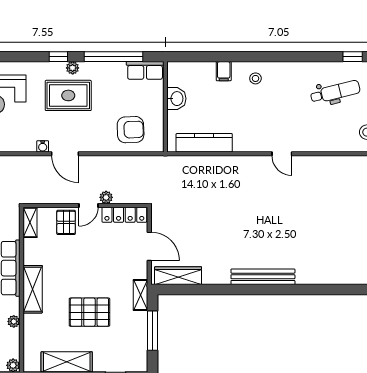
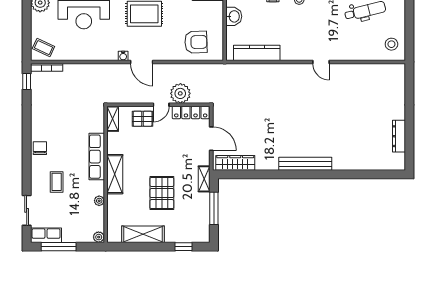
plant: (106, 197) -> (180, 93), width x1.88, depth x1.88
pallet: (66, 222) -> (143, 119), turned 90
pallet: (89, 312) -> (162, 193), turned 90

